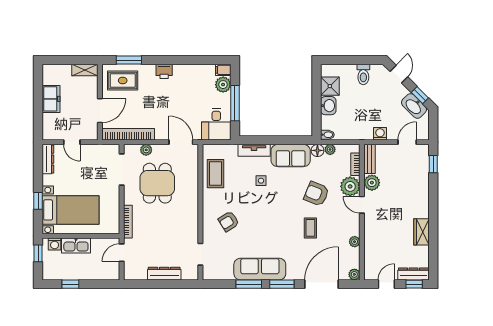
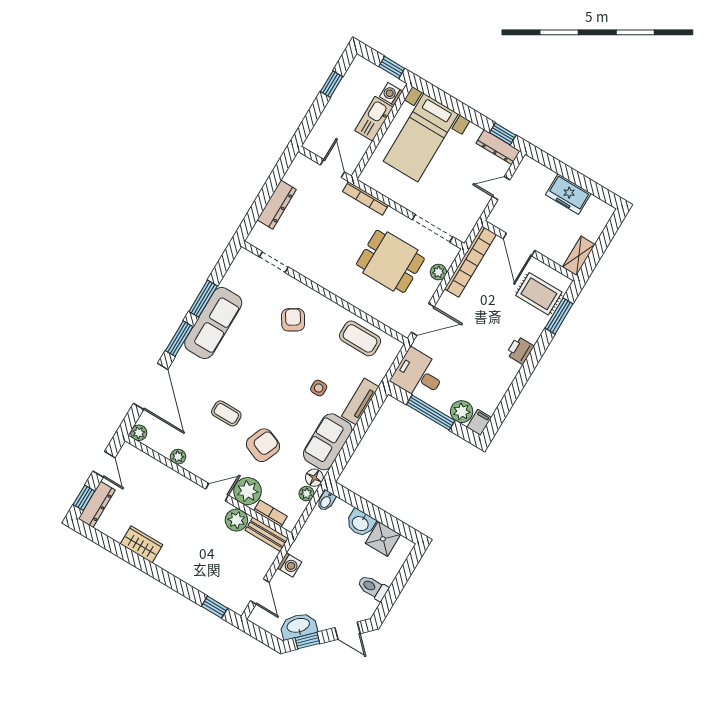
rug: (123, 80) -> (539, 294), turned 90
window: (38, 201) -> (503, 134), moved

